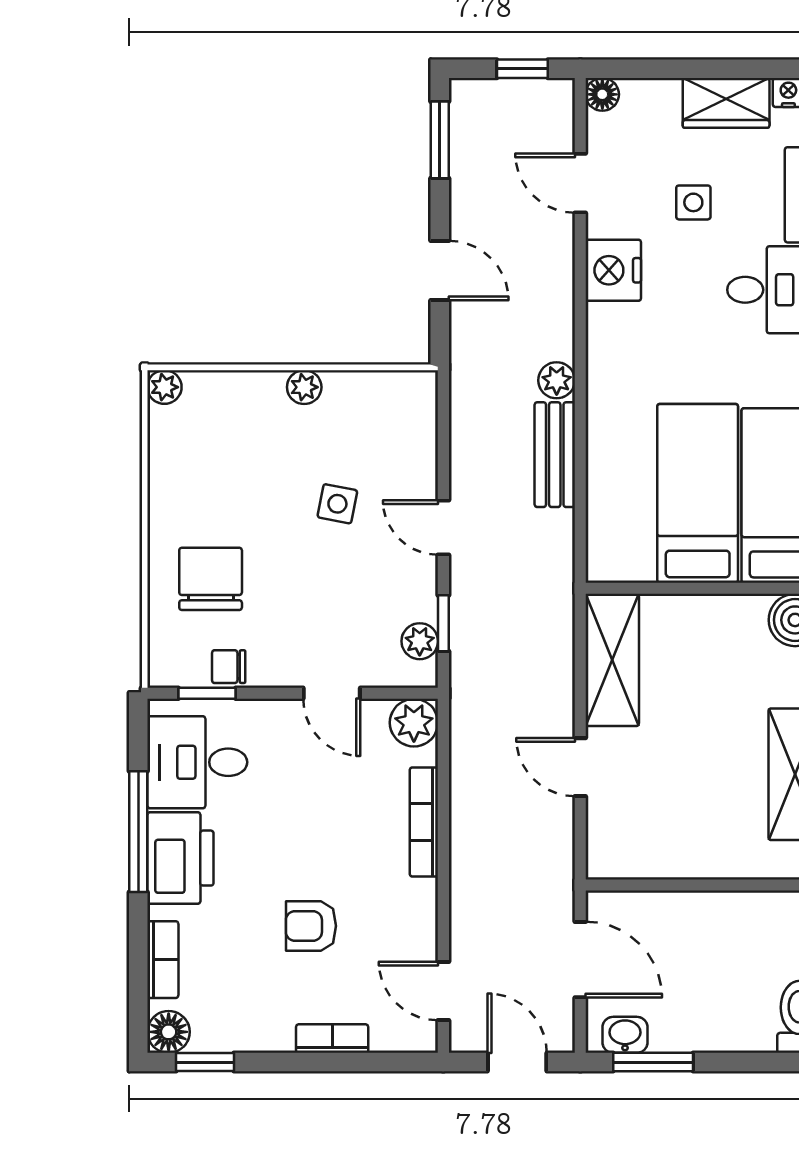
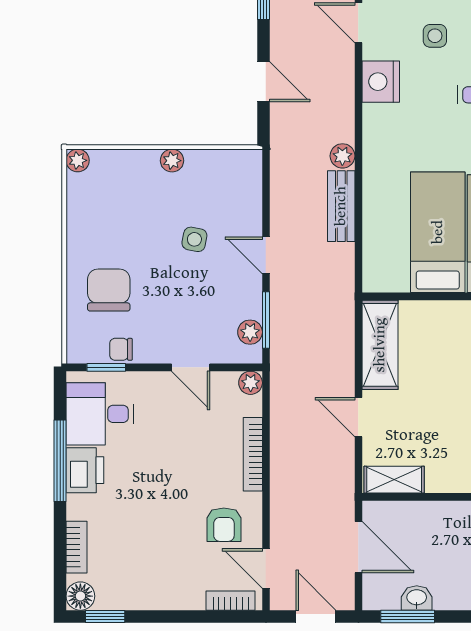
window: (443, 623) -> (266, 320), width x1.50
plant: (414, 723) -> (251, 383), width x0.73, depth x0.73
printer: (180, 858) -> (85, 470), width x0.73, depth x0.84
shelving: (633, 860) -> (394, 480), added
armchair: (311, 926) -> (224, 525), moved, turned -90
washbasin: (625, 1035) -> (417, 598), moved
bookcase: (332, 1039) -> (231, 601), moved

